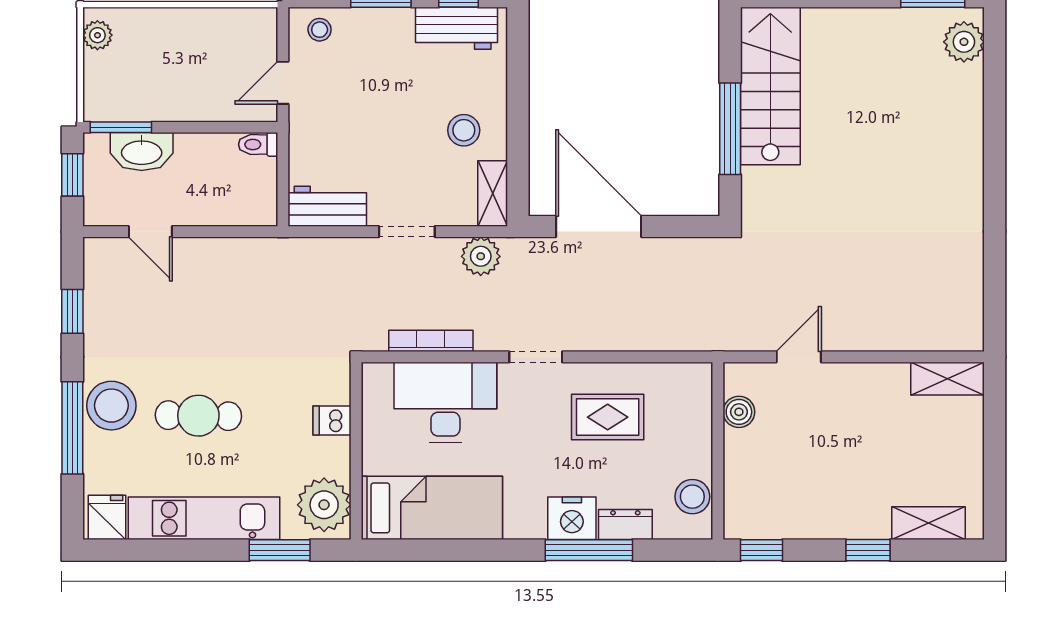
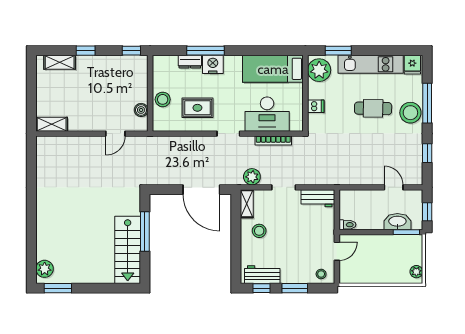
stool: (692, 497) -> (163, 99), moved

